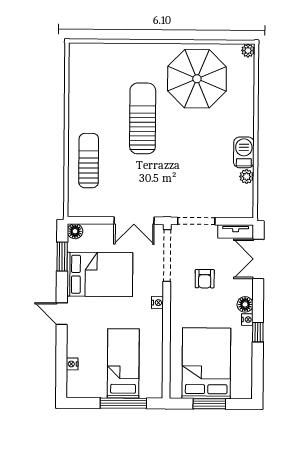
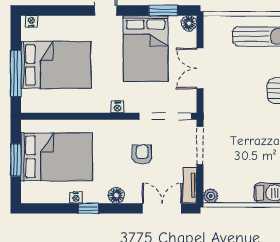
plant: (247, 176) -> (211, 196), moved
double door: (134, 221) -> (200, 69), moved
armchair: (205, 279) -> (142, 154), turned 90
nightstand: (247, 320) -> (76, 198), moved
bed: (123, 363) -> (56, 65), width x1.50
nightstand: (72, 364) -> (31, 21), moved

